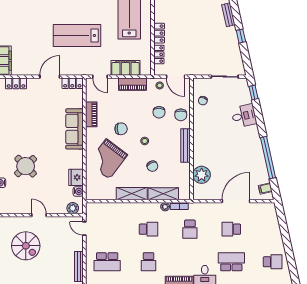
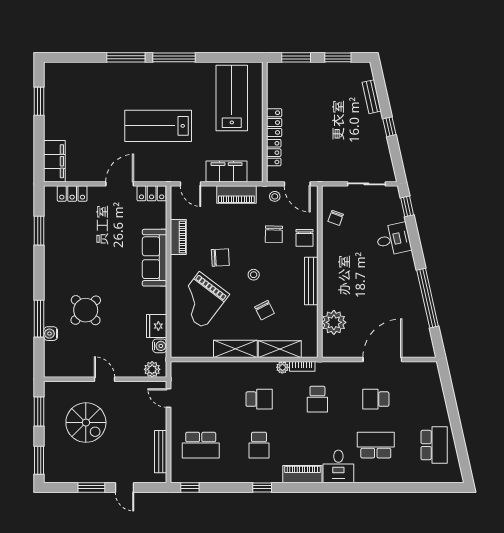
filing cabinet: (265, 188) -> (424, 342), removed
school desk: (273, 262) -> (434, 445), width x1.85

